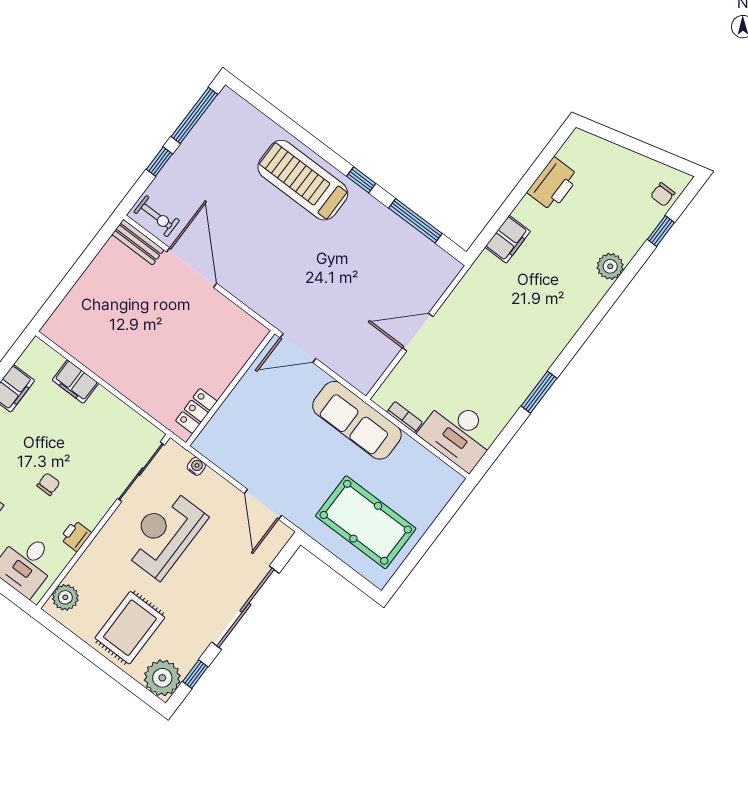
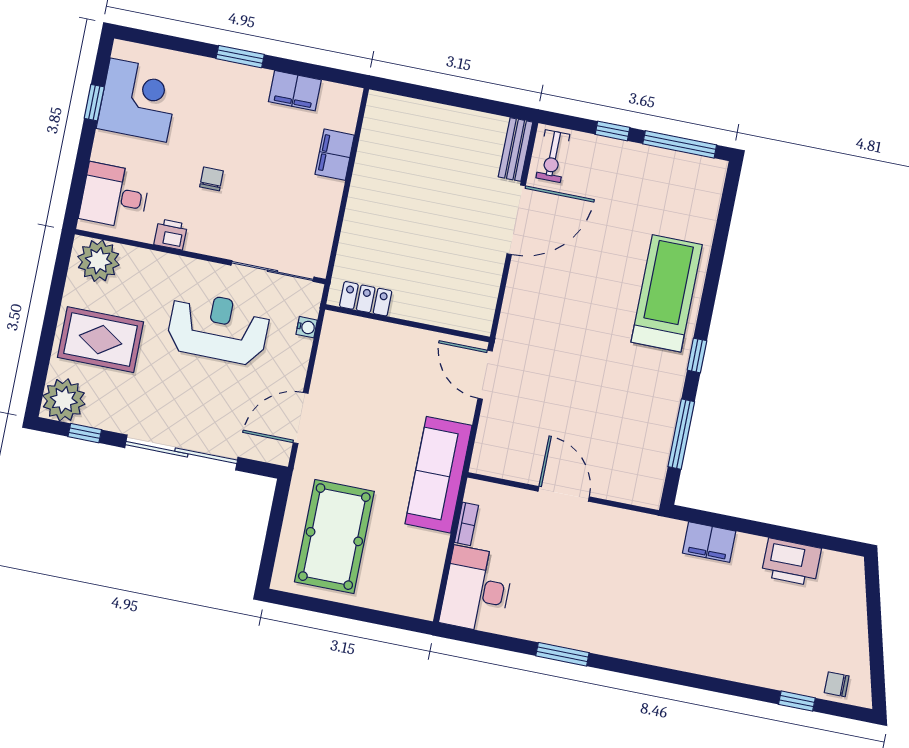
plant: (610, 266) -> (733, 665), removed
chair: (48, 484) -> (211, 179), turned -90
plant: (65, 597) -> (99, 261), width x1.36, depth x1.36

